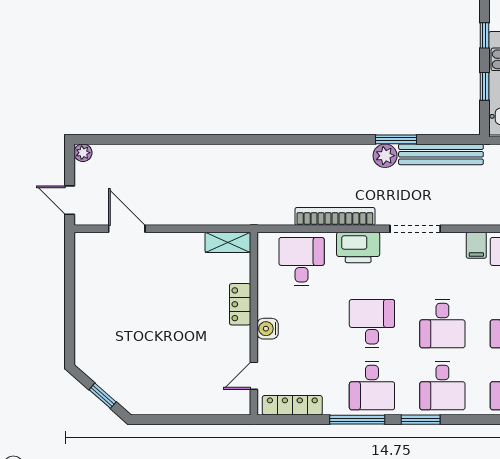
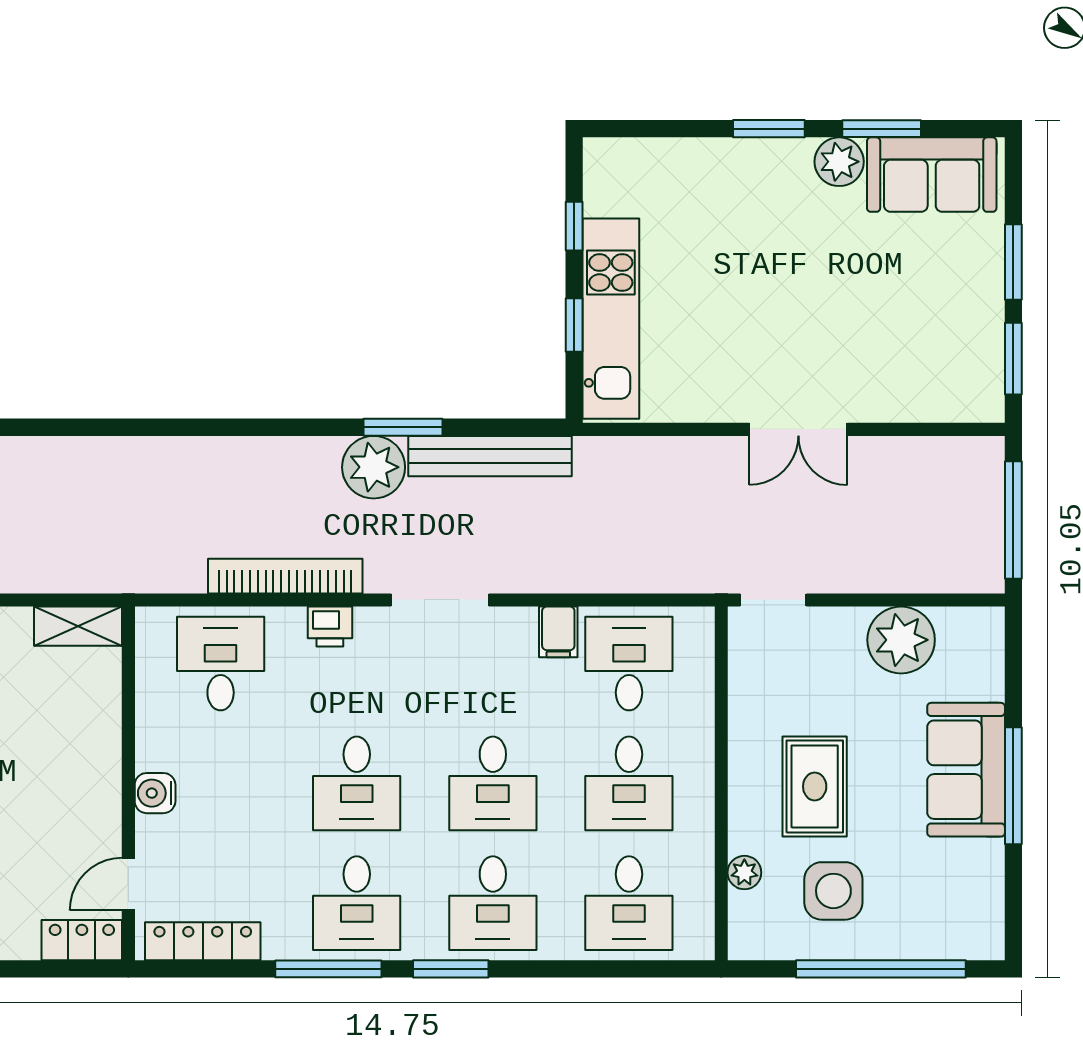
plant: (385, 156) -> (374, 467), width x1.36, depth x1.36
printer: (358, 247) -> (330, 626), width x0.53, depth x0.68
locker: (240, 304) -> (82, 940), moved, turned 90
desk: (372, 324) -> (357, 783), turned 180

